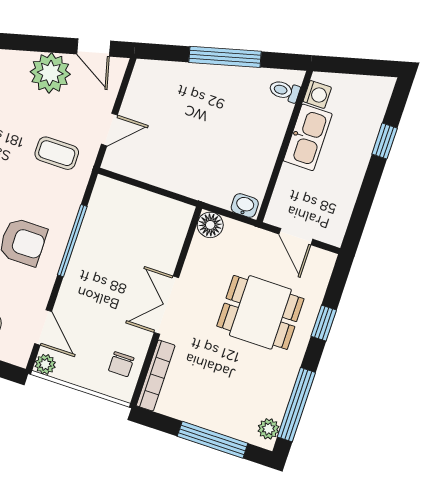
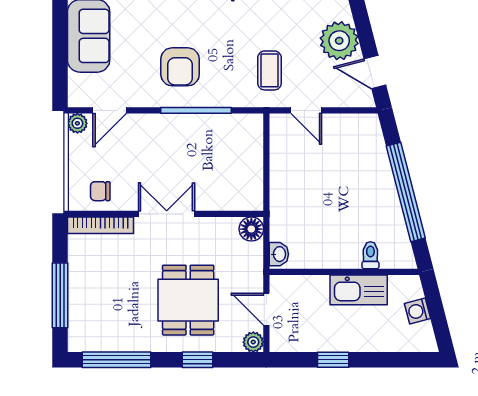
door: (94, 48) -> (375, 72), hinge flipped
window: (225, 57) -> (406, 192), width x1.46
toilet: (284, 91) -> (370, 255), moved
washing machine: (317, 94) -> (418, 311), moved, turned 76
window: (385, 141) -> (333, 360), moved
door: (296, 237) -> (266, 309), hinge flipped
plant: (268, 429) -> (253, 342), moved

